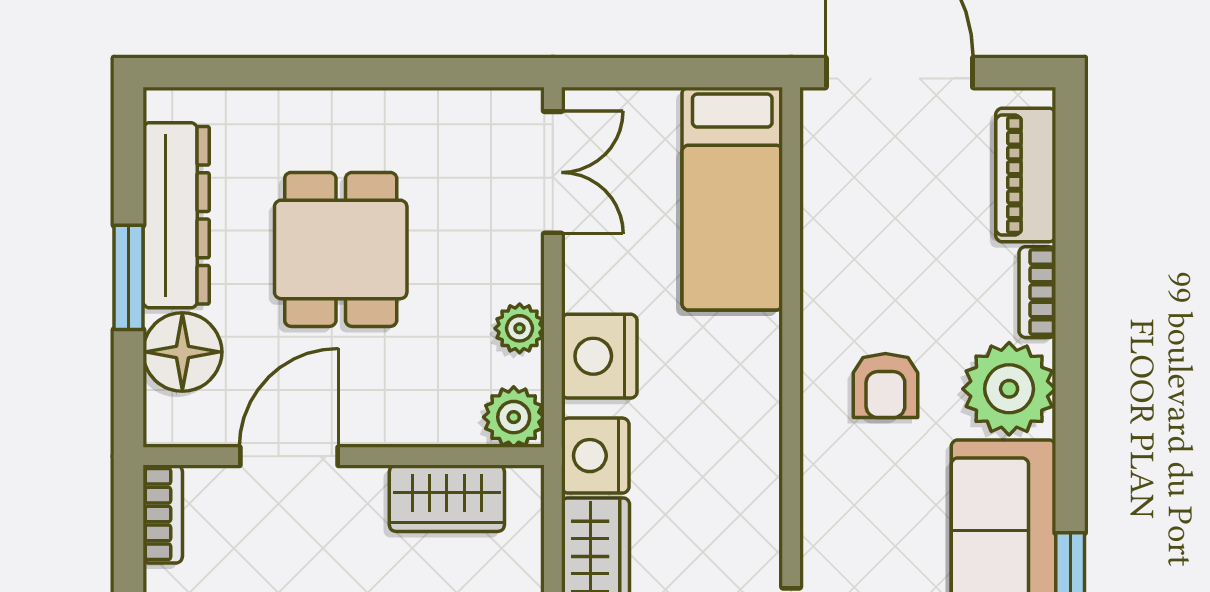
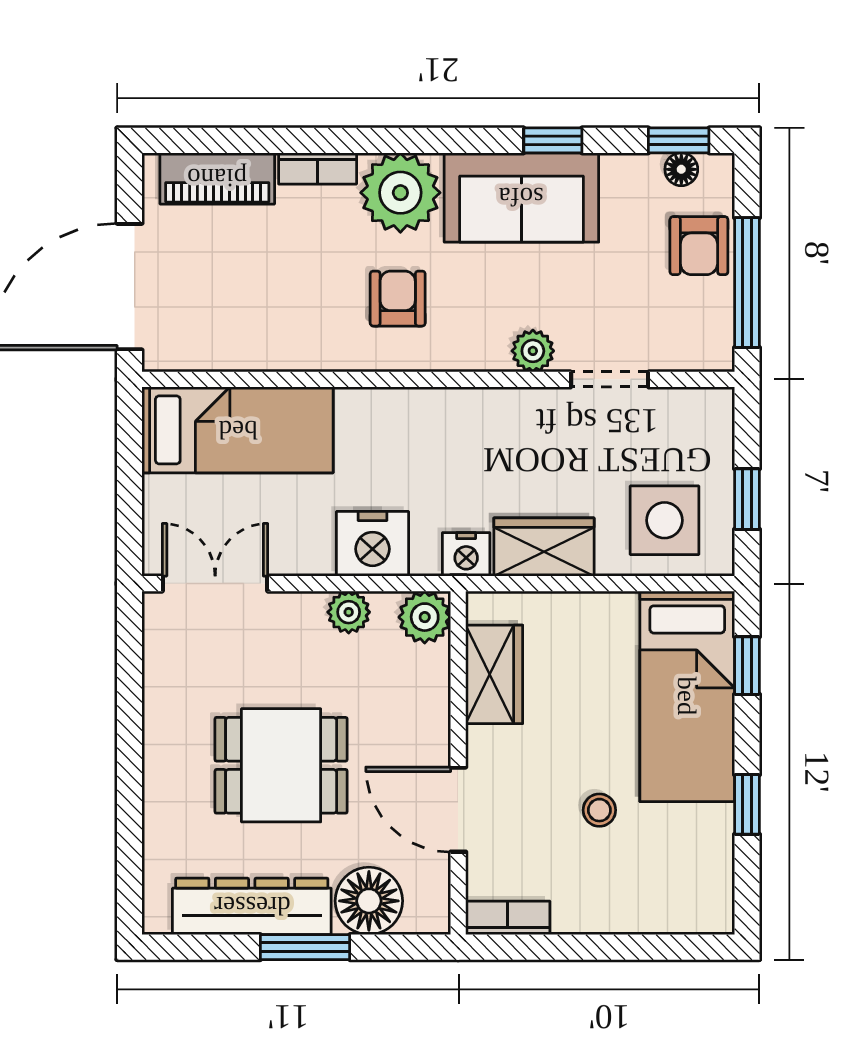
armchair: (885, 386) -> (398, 299), turned -90
nightstand: (595, 456) -> (466, 554), width x0.74, depth x0.75
plant: (824, 543) -> (533, 351), added

